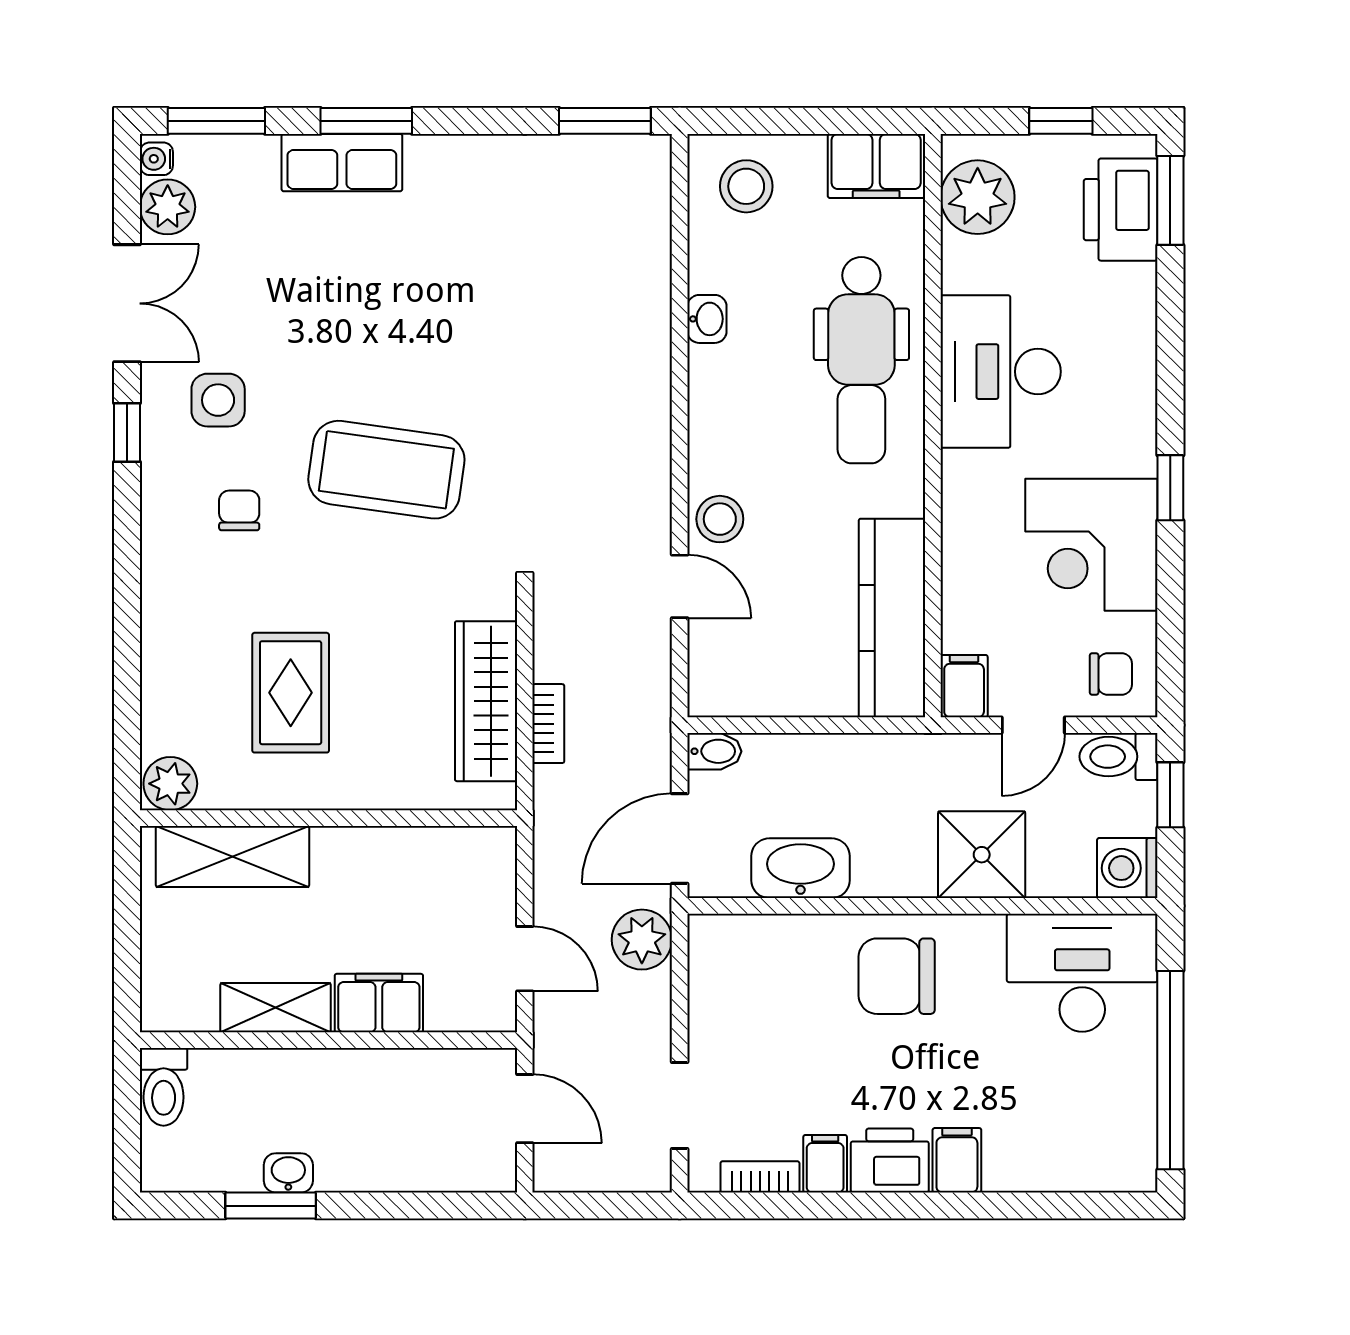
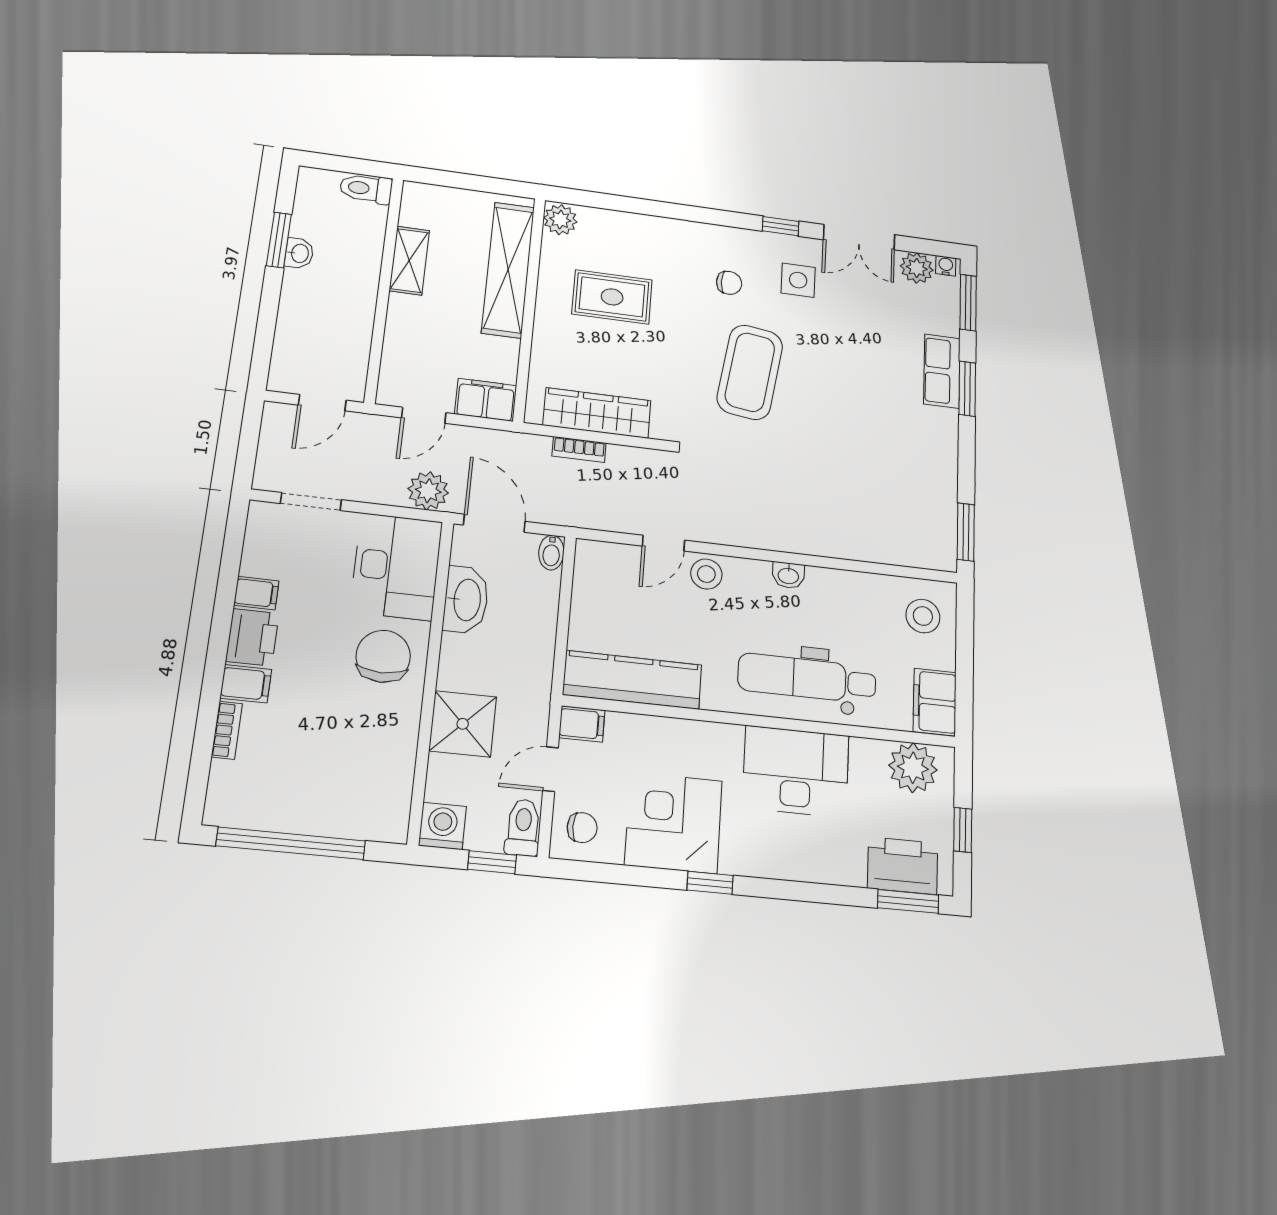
washbasin: (707, 319) -> (788, 575), moved
chair: (1111, 674) -> (582, 828), turned -90
door: (1033, 725) -> (551, 769), hinge flipped
shelving: (233, 857) -> (508, 270), width x1.47
desk: (1082, 973) -> (396, 567), moved
filing cabinet: (379, 1003) -> (486, 400), moved, turned -90
bookcase: (760, 1177) -> (227, 730), moved

